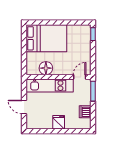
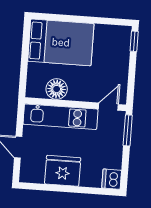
dishwasher: (85, 112) -> (112, 179), moved
fridge: (59, 122) -> (63, 171), width x1.88, depth x1.34

